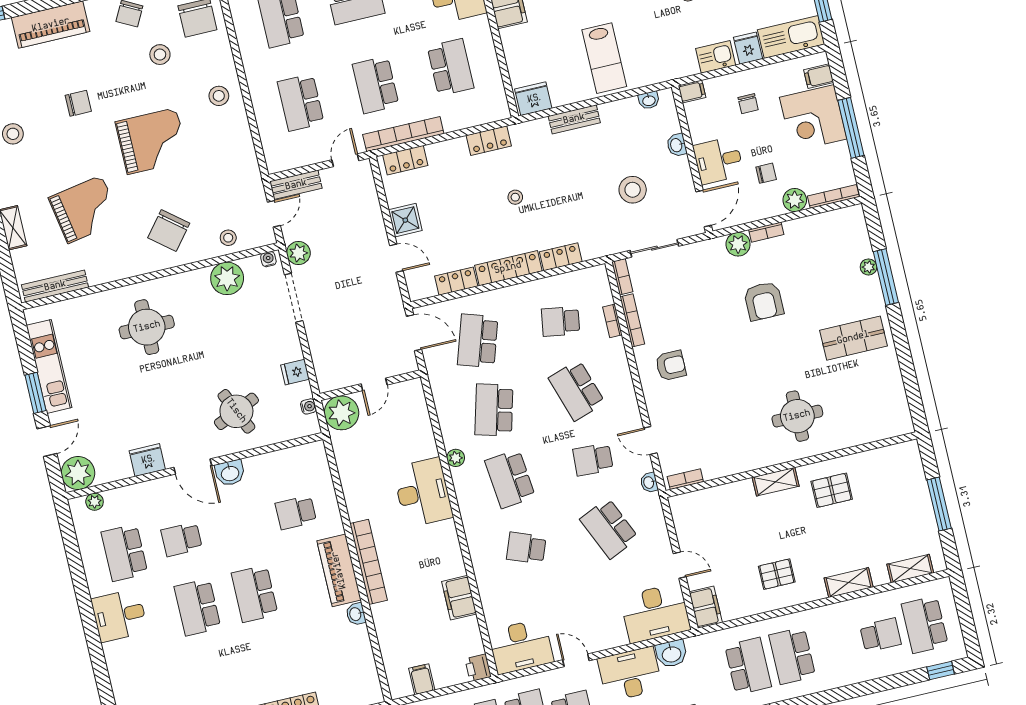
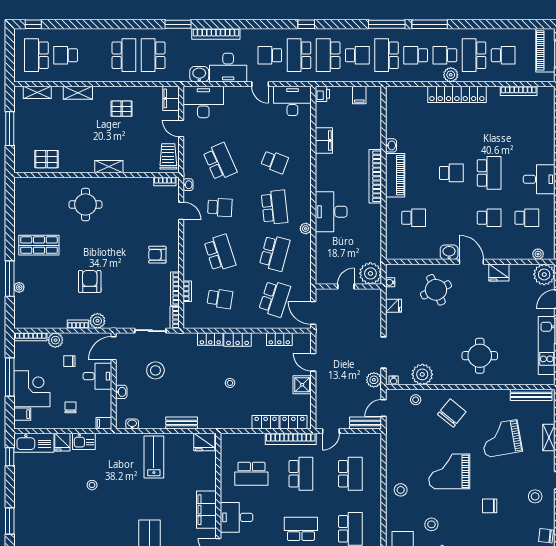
school desk: (451, 67) -> (251, 474), turned -90
locker: (489, 141) -> (266, 422), moved
locker: (508, 268) -> (238, 339), width x0.66
pallet: (832, 490) -> (47, 159), moved
trolley: (689, 518) -> (168, 156), added
school desk: (124, 553) -> (527, 218), width x0.54
school desk: (255, 594) -> (451, 173), width x0.54
school desk: (925, 625) -> (36, 55), turned 180

